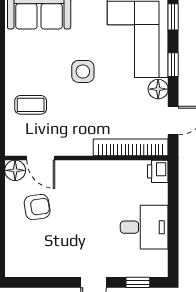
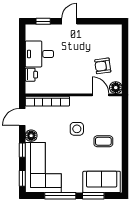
side table: (83, 71) -> (77, 129), moved
coffee table: (31, 105) -> (103, 141), moved
printer: (158, 171) -> (31, 75), moved

